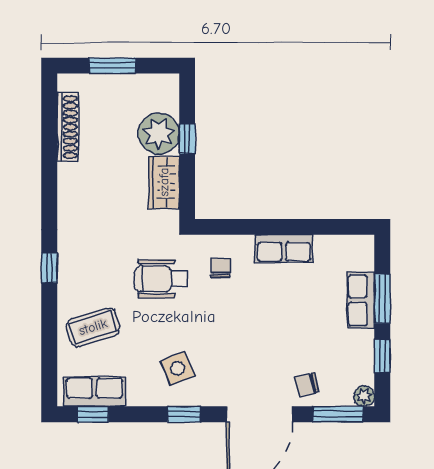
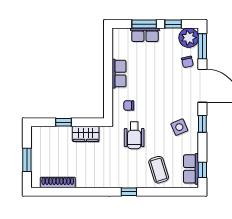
plant: (159, 134) -> (61, 137), removed
plant: (364, 396) -> (189, 38), width x1.87, depth x1.87

